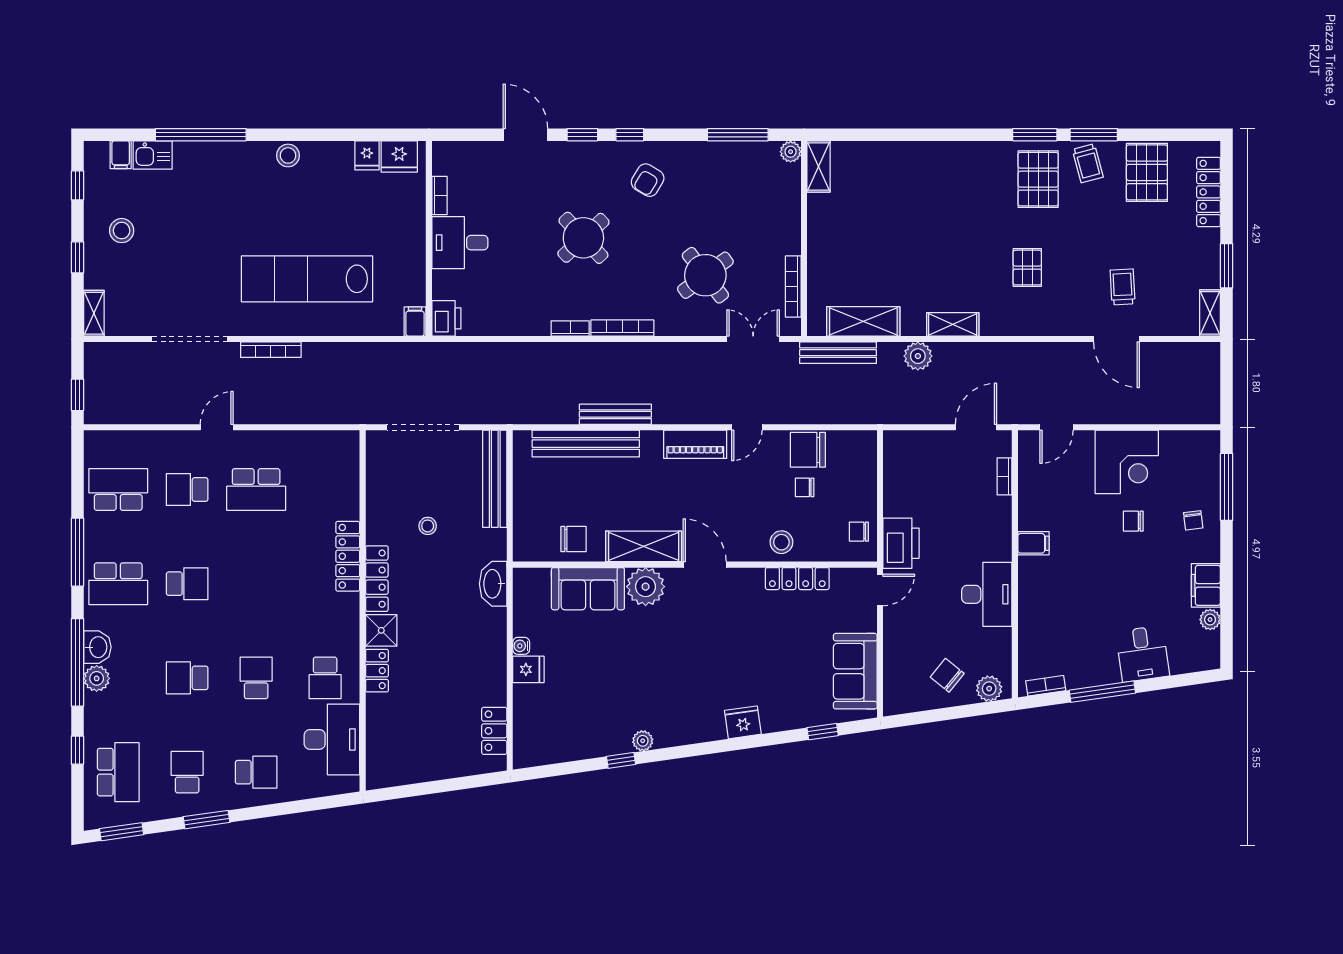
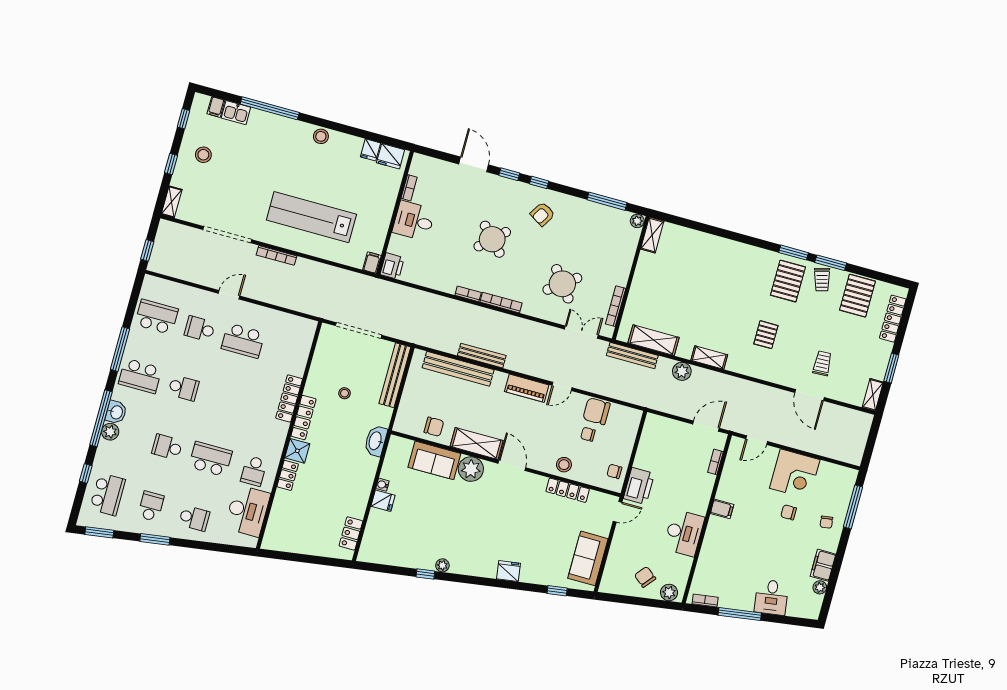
school desk: (256, 678) -> (210, 459), width x1.85

